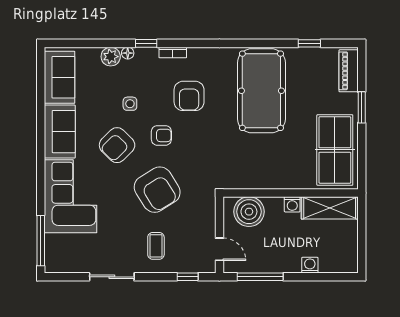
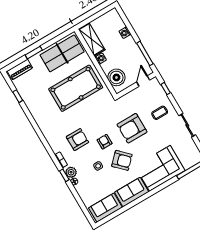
plant: (111, 57) -> (71, 172), moved
pool table: (261, 91) -> (76, 88), moved
armchair: (157, 190) -> (132, 128), turned -148

